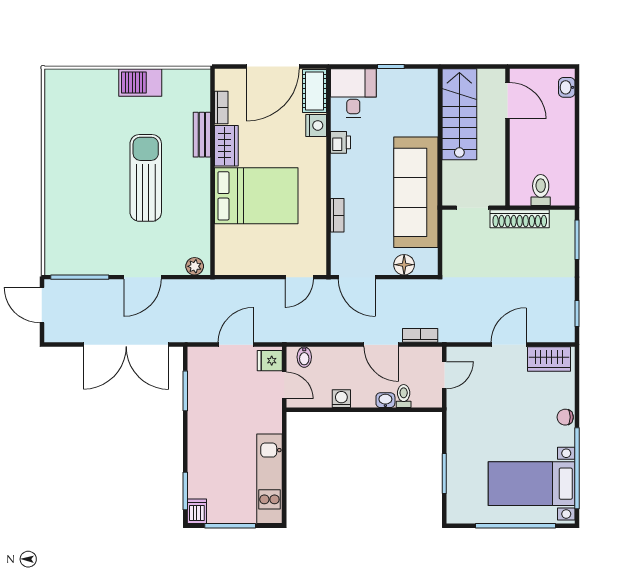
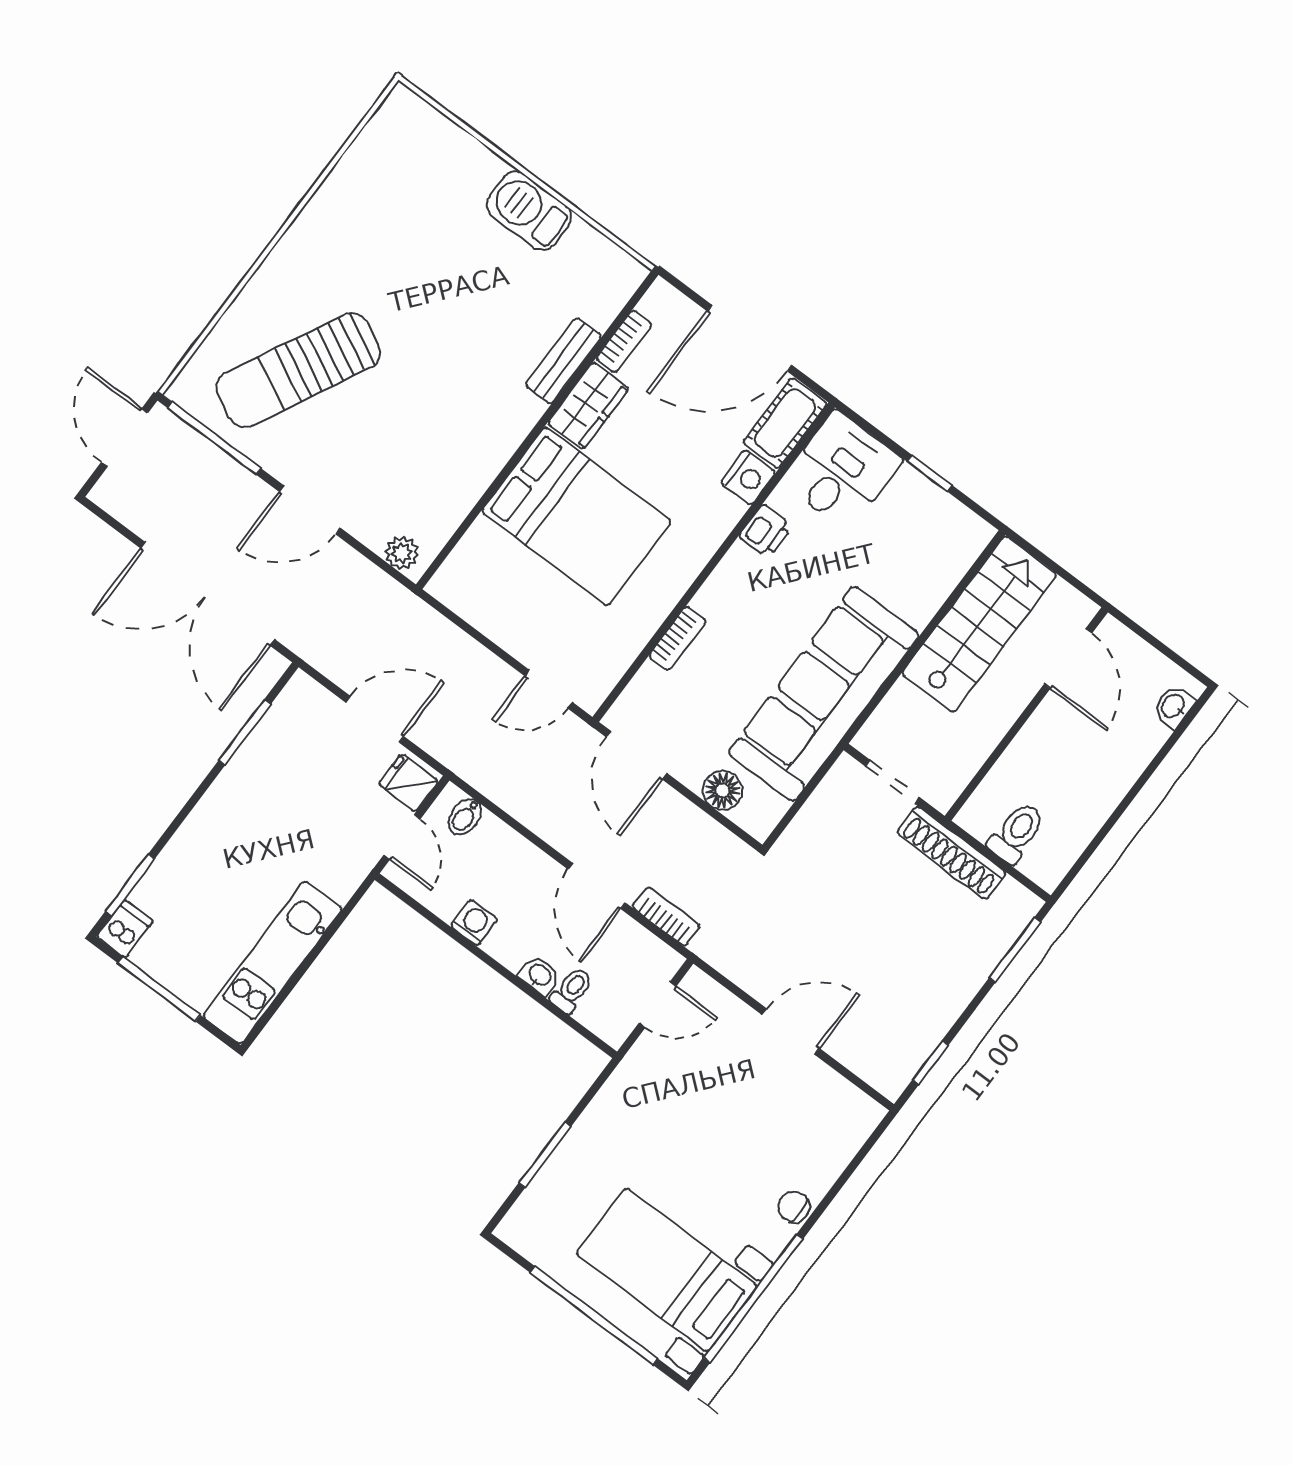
sun lounger: (146, 178) -> (298, 370), moved, turned -153
wardrobe: (549, 359) -> (836, 1100), removed

